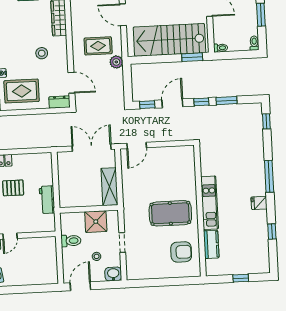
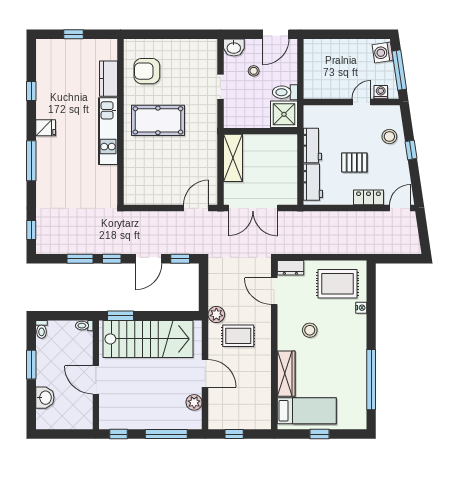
workbench: (45, 171) -> (313, 182), added
shower: (96, 222) -> (284, 114), moved

